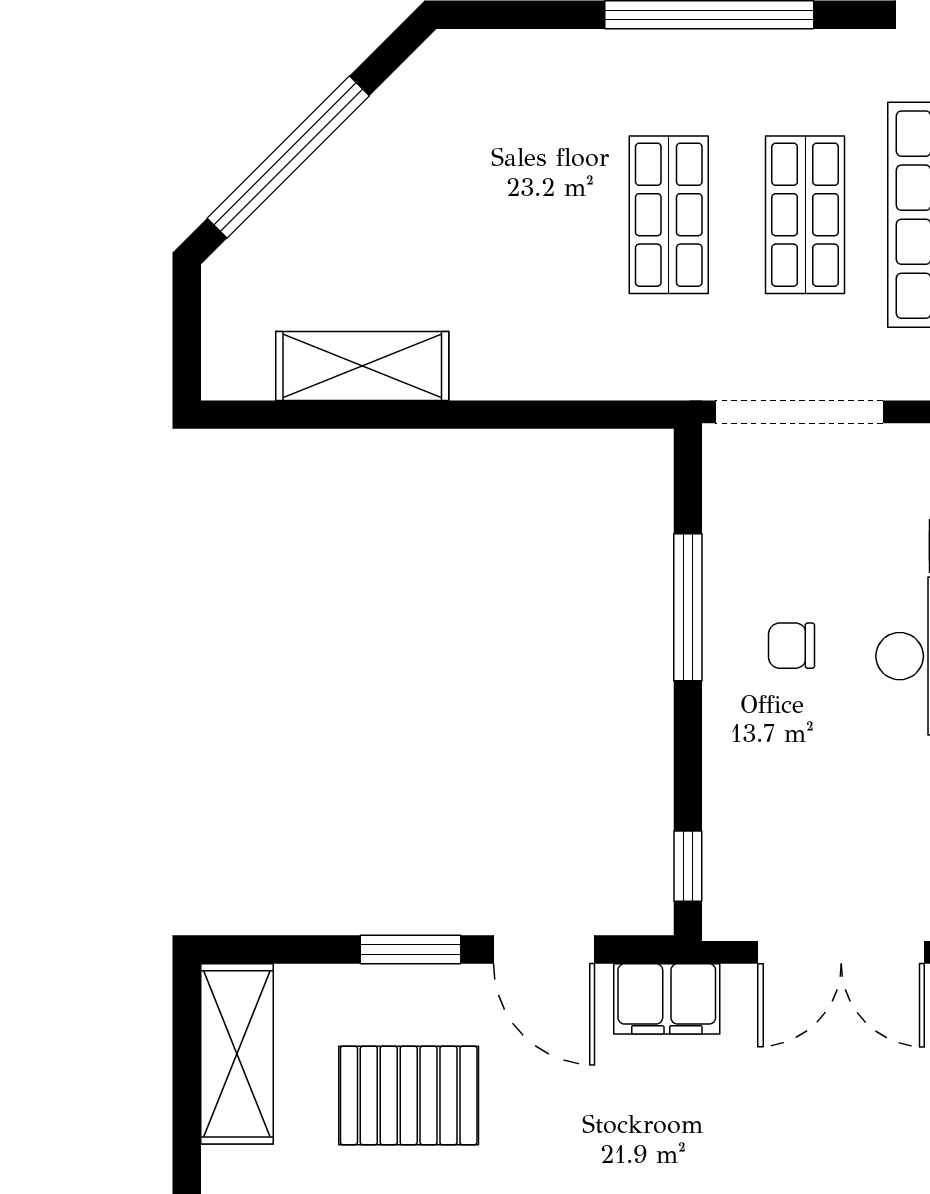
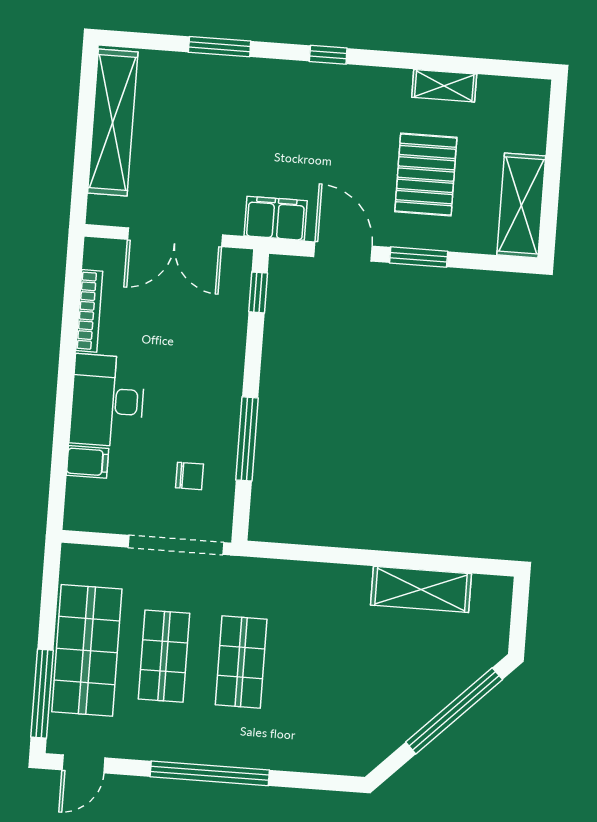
chair: (792, 646) -> (190, 476), moved
double door: (841, 952) -> (175, 237), swing flipped
pallet: (409, 1095) -> (426, 175), turned 90

